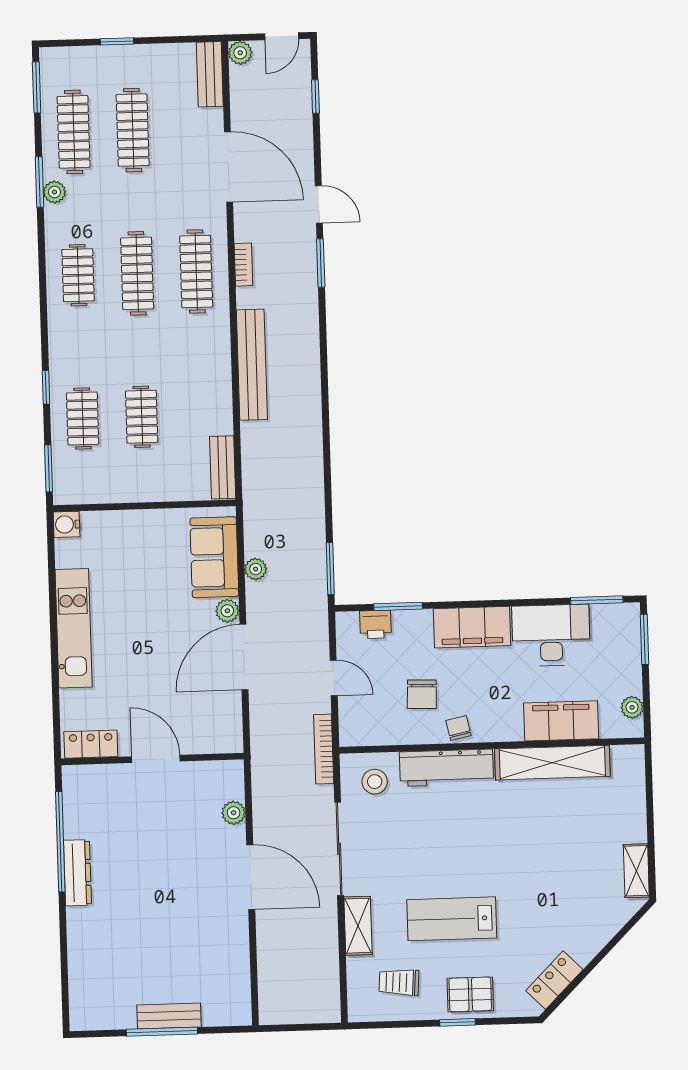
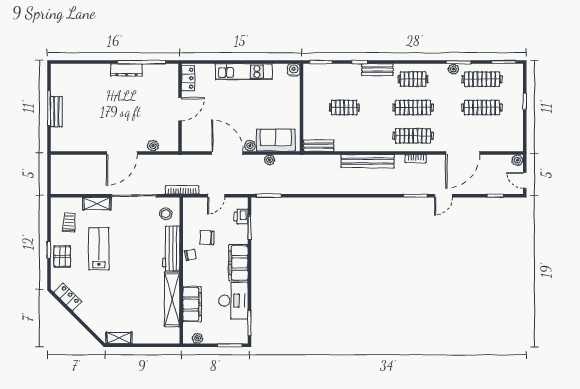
bench: (210, 74) -> (377, 70), moved
clothes rail: (83, 419) -> (344, 79), removed

